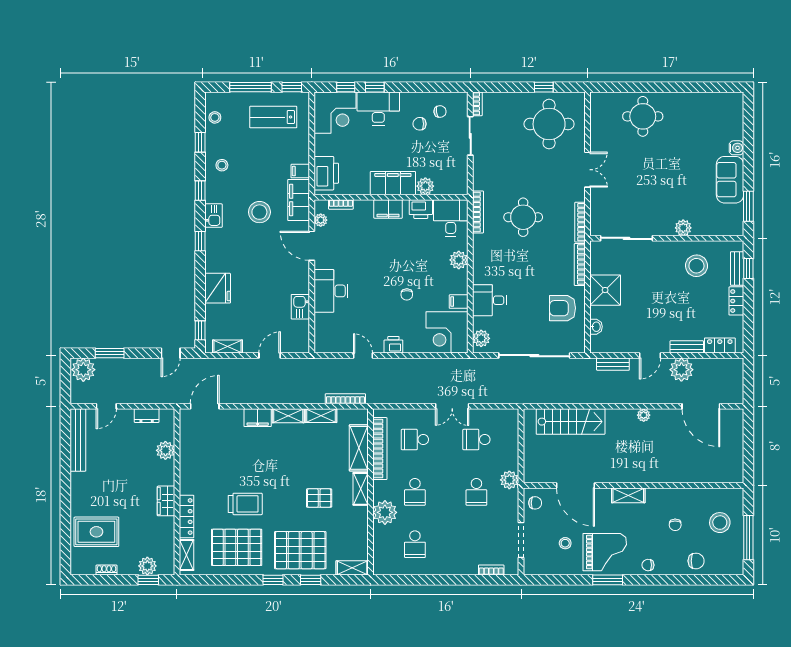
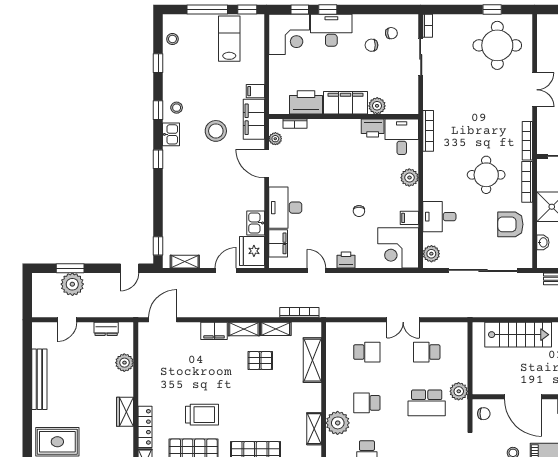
lab bench: (273, 117) -> (229, 39), turned 90
stool: (222, 165) -> (177, 108), moved
printer: (326, 173) -> (306, 102), moved, turned -90
filing cabinet: (388, 209) -> (278, 243), moved, turned -90
round table: (523, 217) -> (486, 175), moved
fridge: (218, 288) -> (252, 251), moved, turned 180
plant: (83, 370) -> (72, 284), moved
bench: (78, 440) -> (39, 379), moved
school desk: (415, 440) -> (367, 352), turned 180
bookcase: (380, 449) -> (333, 361), removed
shelving: (361, 489) -> (314, 429), moved
school desk: (415, 492) -> (367, 403), turned 90
school desk: (476, 492) -> (427, 403), width x1.85
pallet: (319, 498) -> (260, 361), moved

